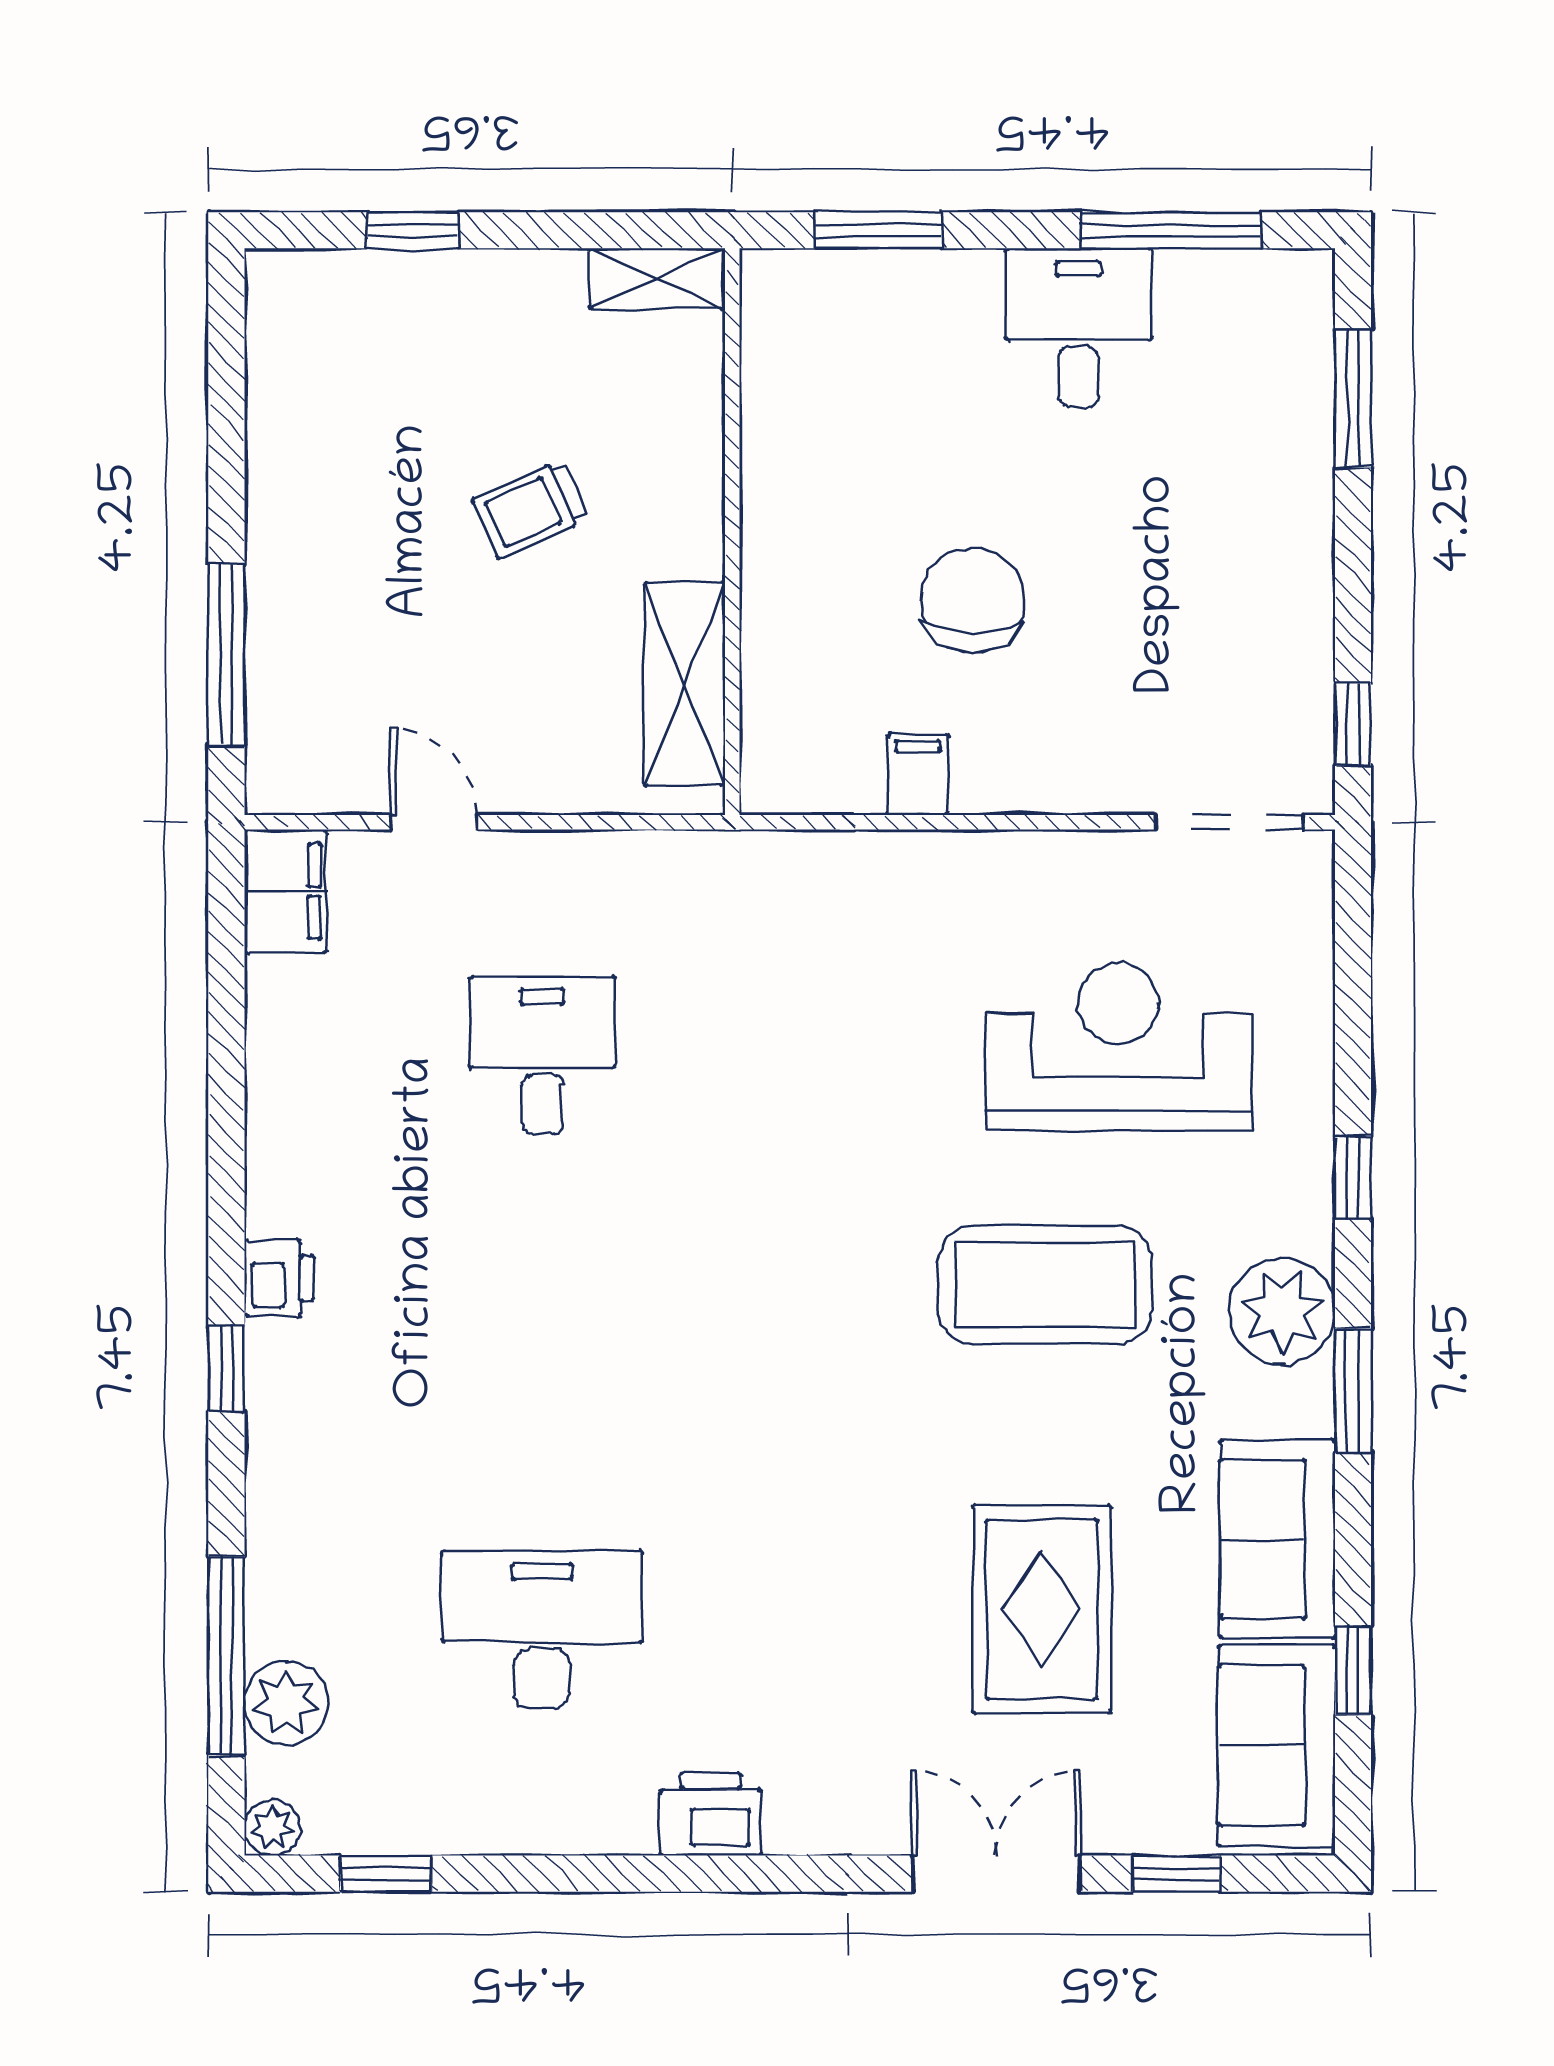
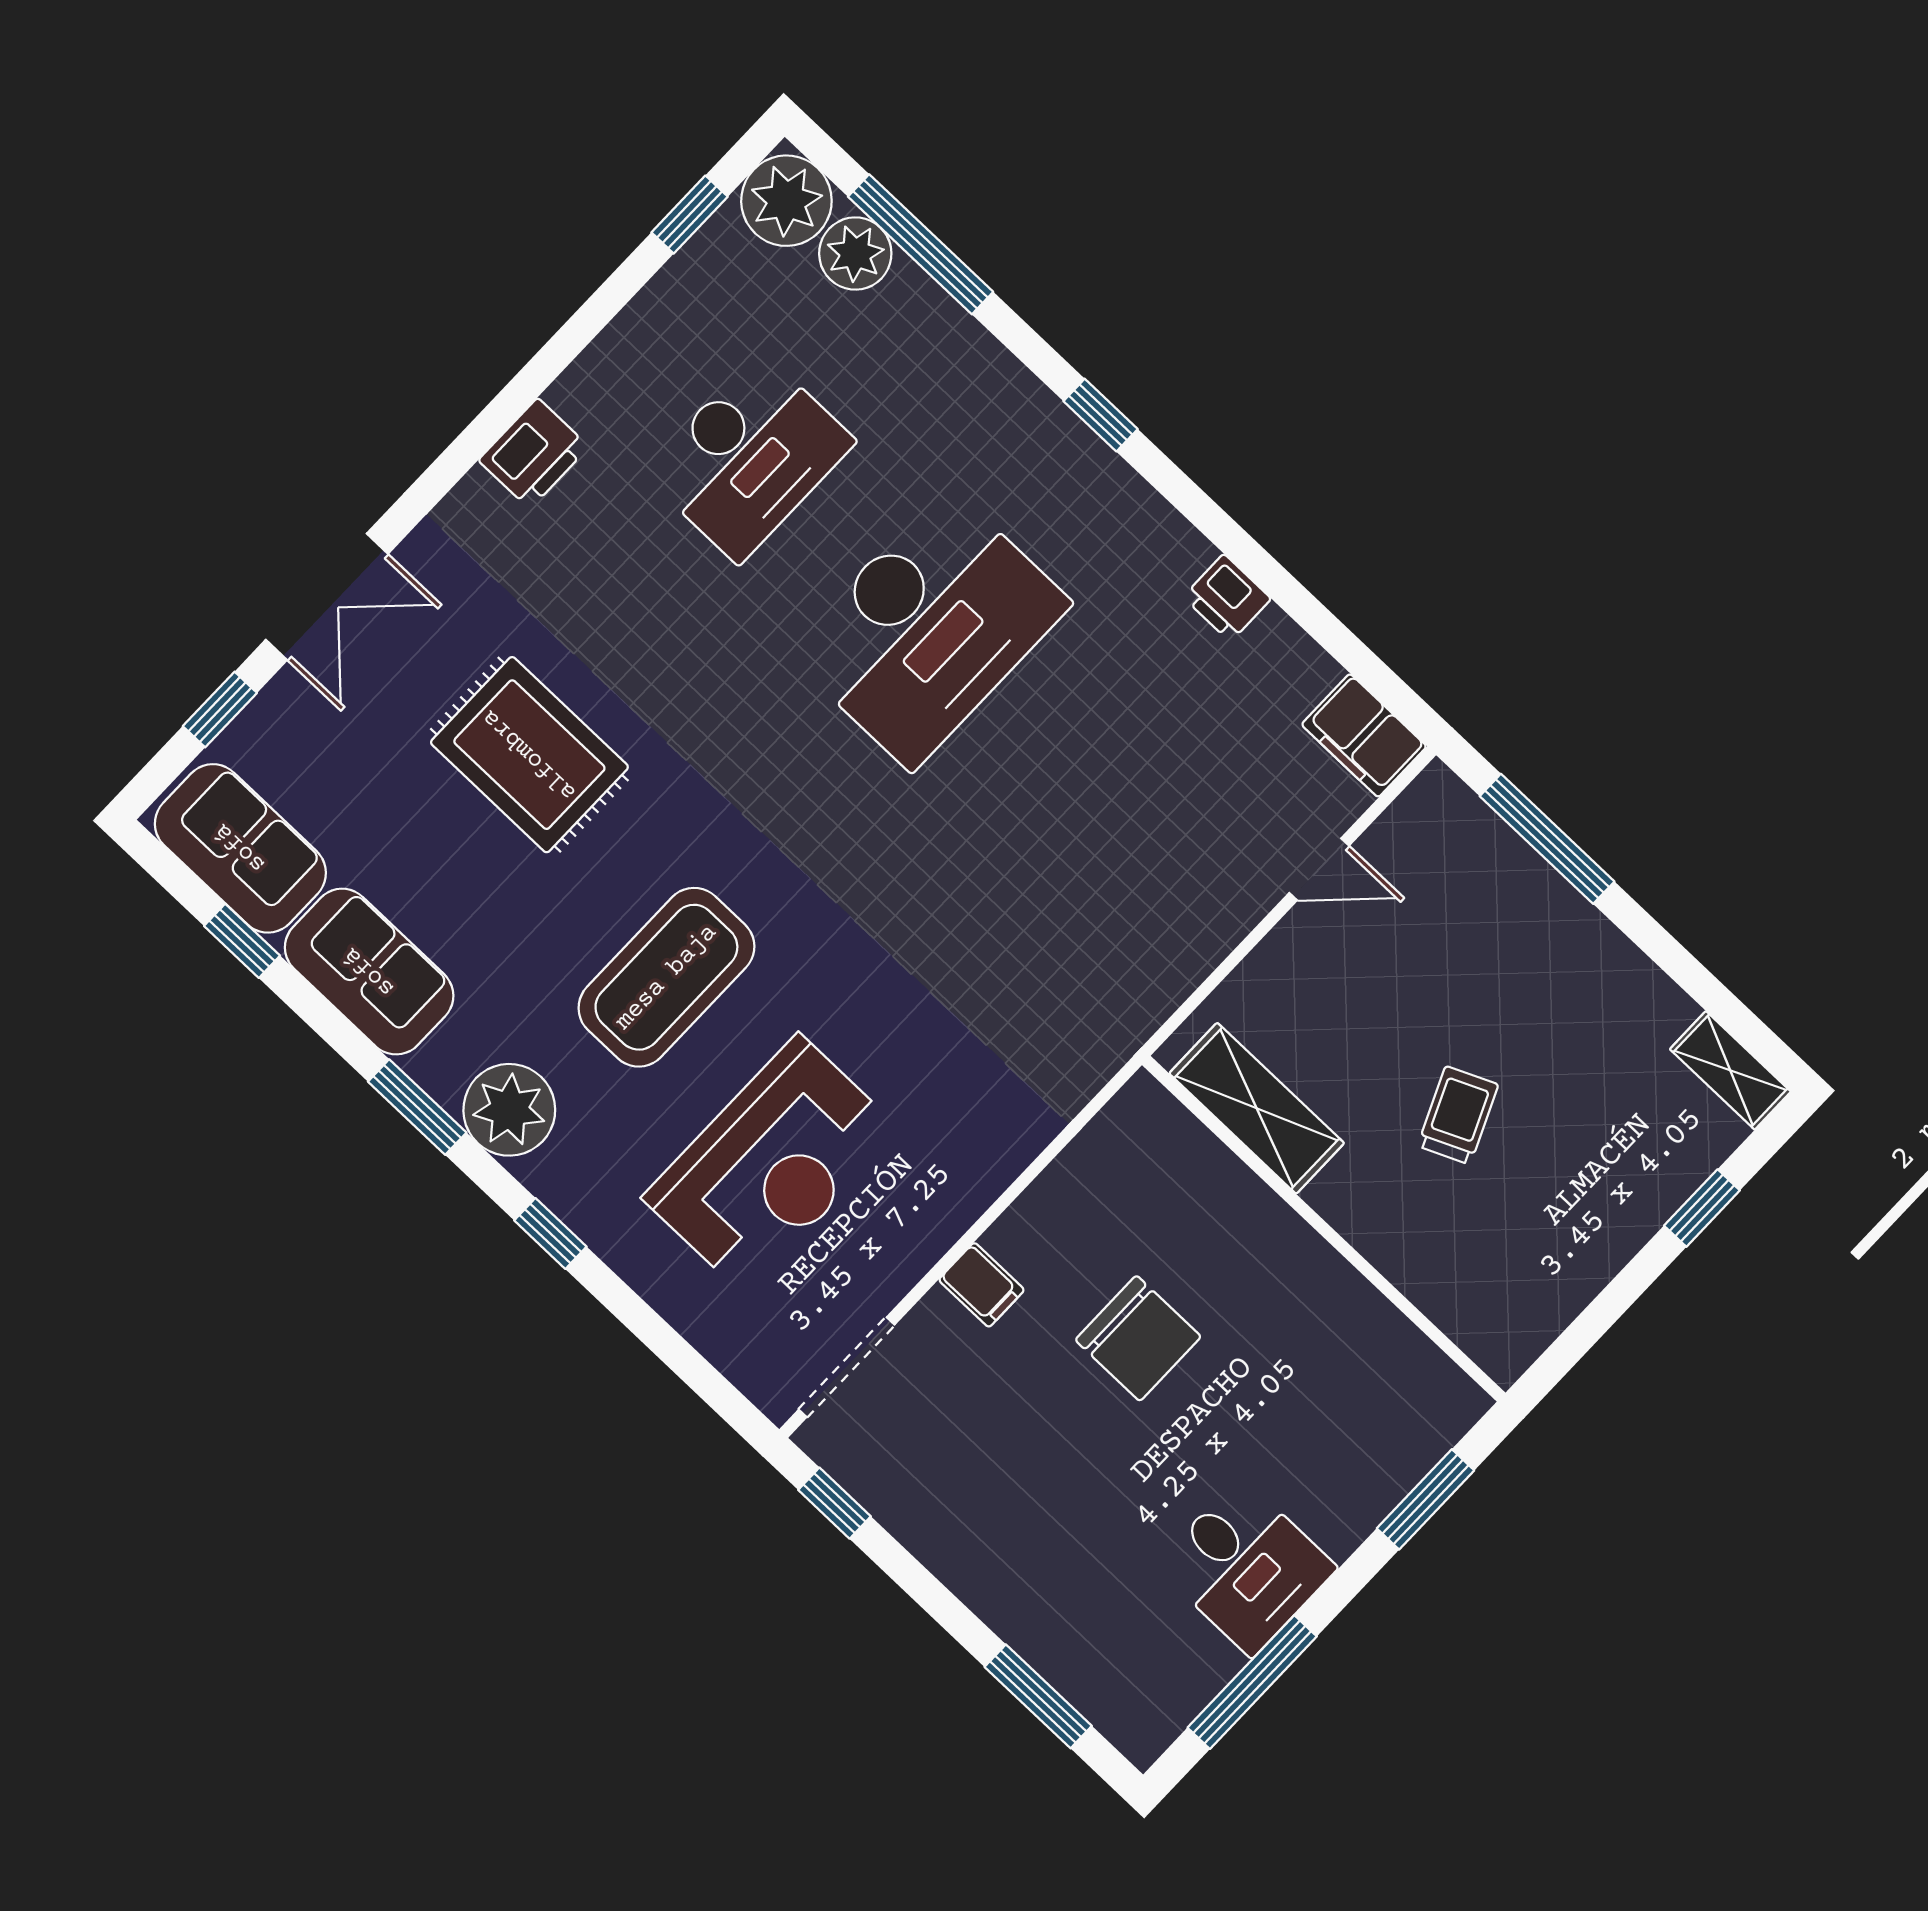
shelving: (657, 279) -> (1730, 1070), moved, turned 90
filing cabinet: (918, 775) -> (981, 1285), moved
desk: (542, 1055) -> (929, 628), moved, width x1.87, depth x1.30
printer: (279, 1278) -> (1227, 598), moved
rug: (1042, 1609) -> (529, 755), moved
plant: (272, 1828) -> (786, 201), width x1.88, depth x1.88

